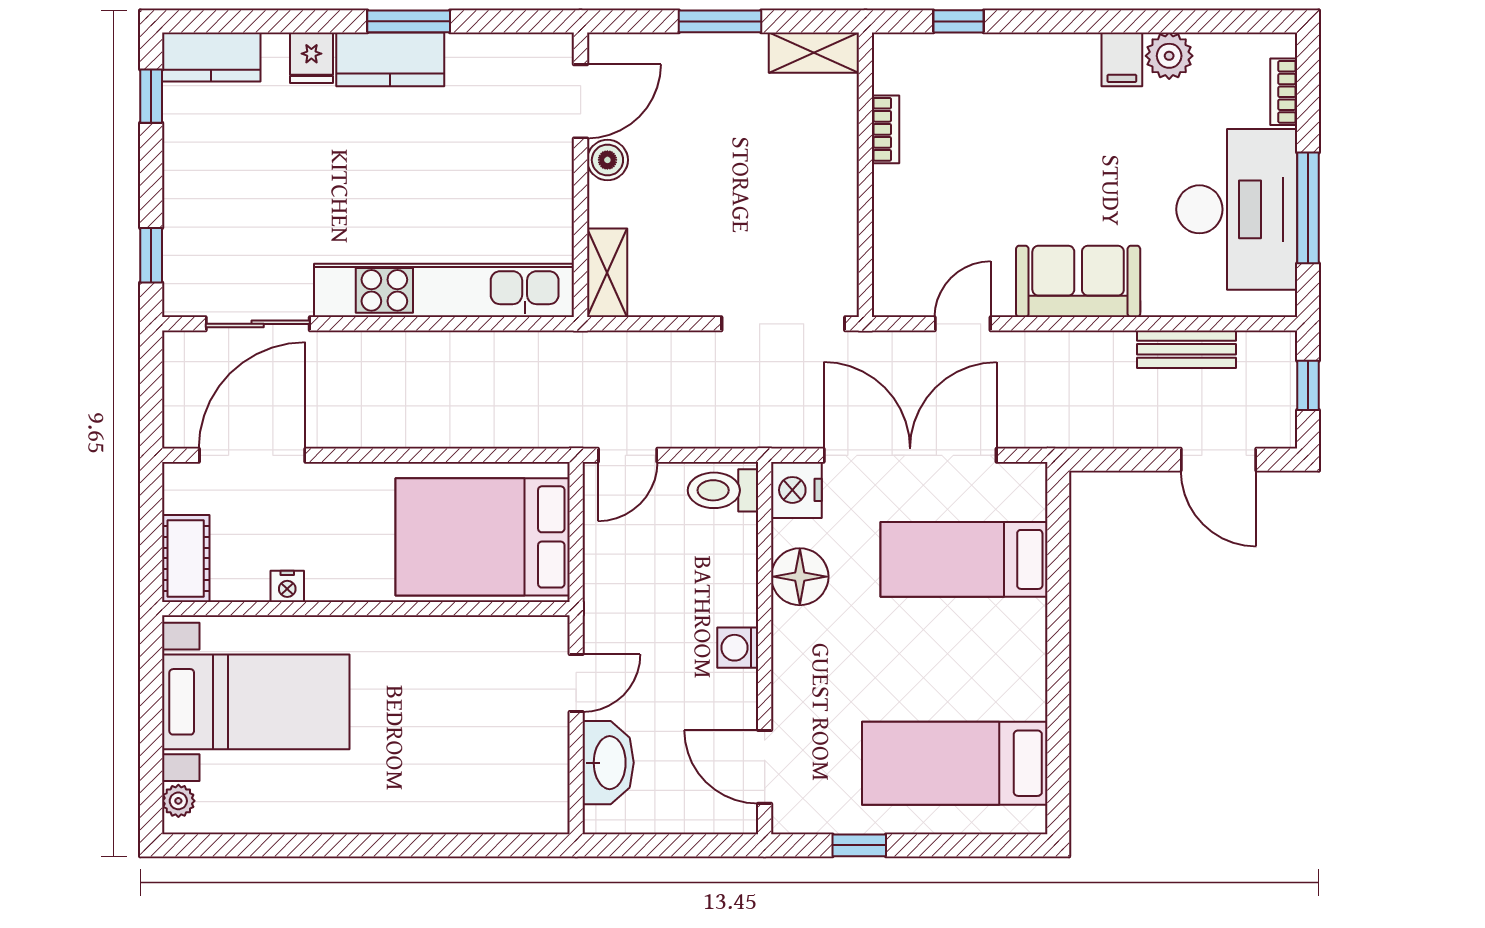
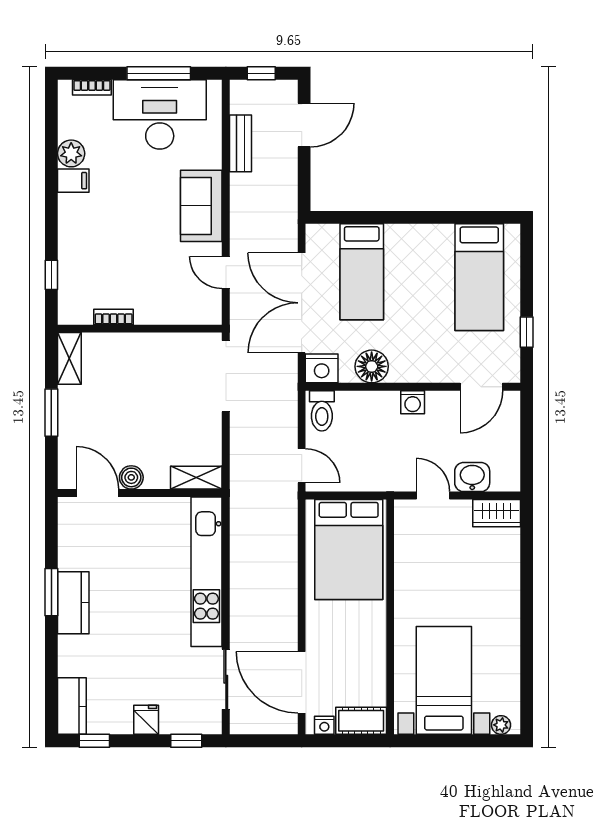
fridge: (311, 58) -> (146, 720), moved, turned -90
nightstand: (287, 586) -> (324, 725), moved, turned 90
washbasin: (608, 763) -> (472, 477), width x0.72
wardrobe: (546, 793) -> (497, 513), added

